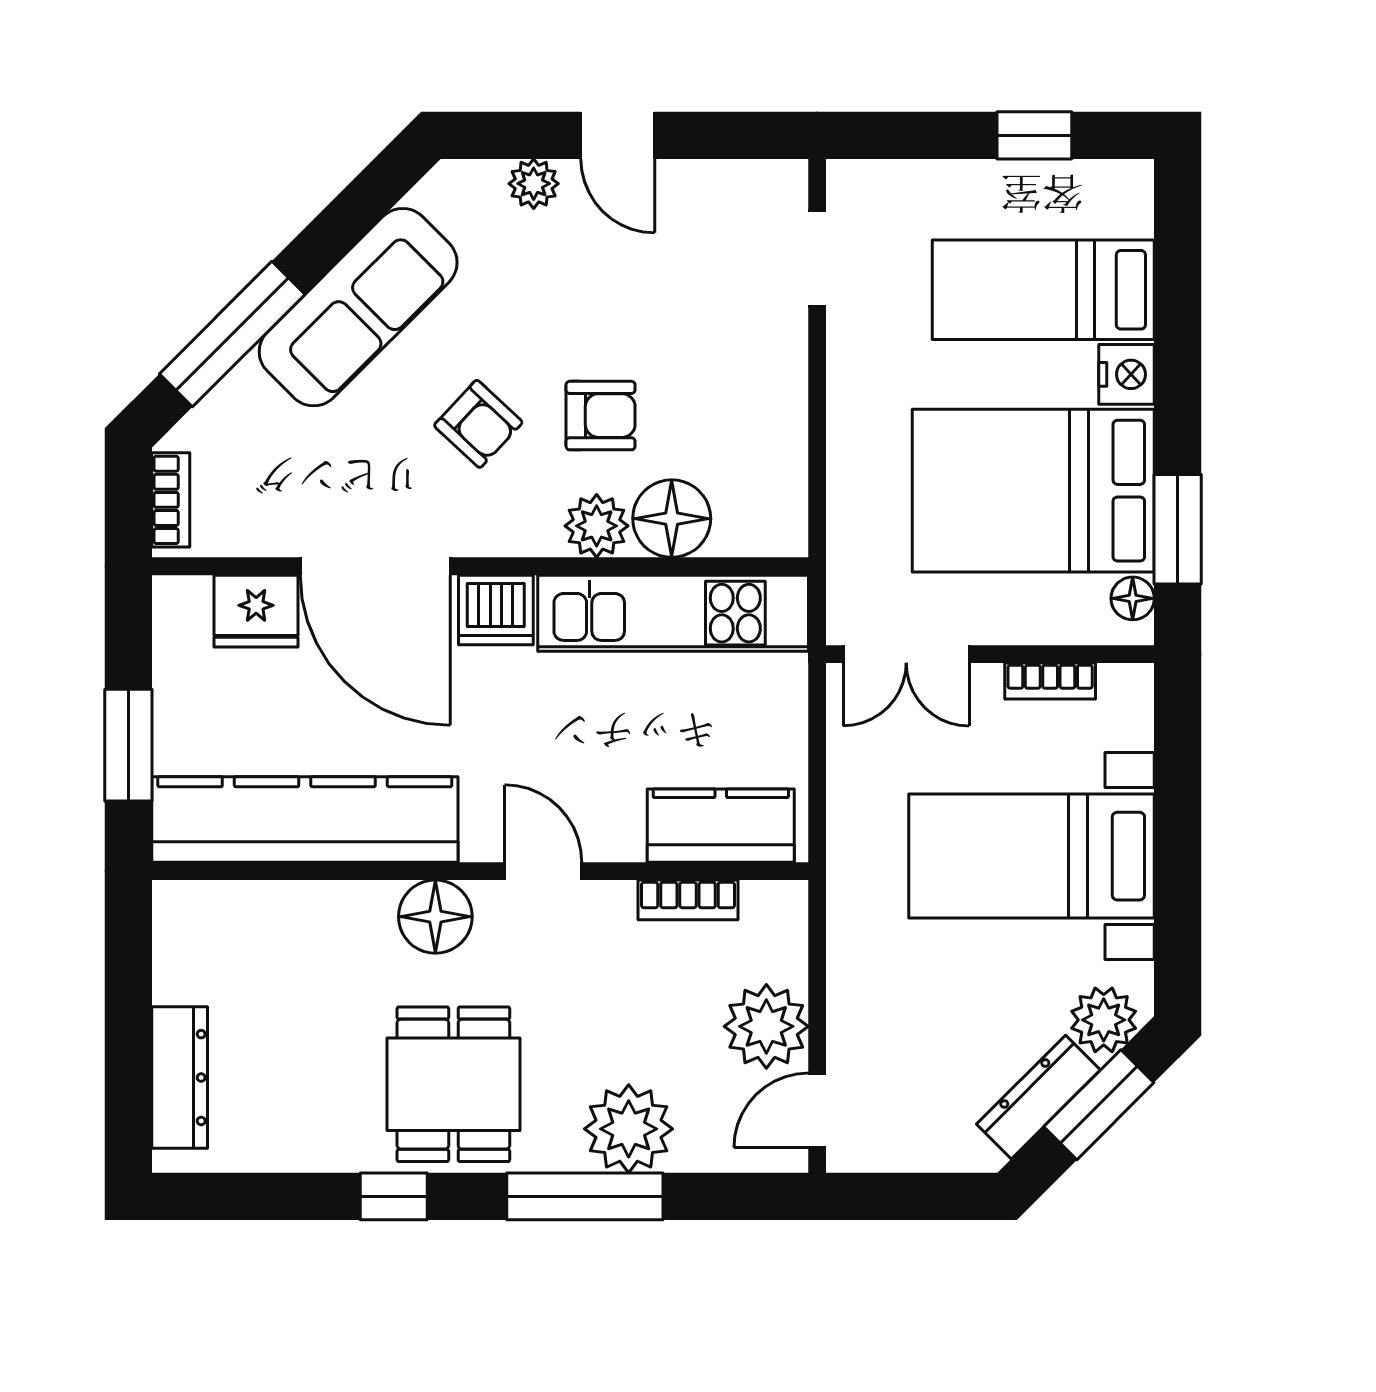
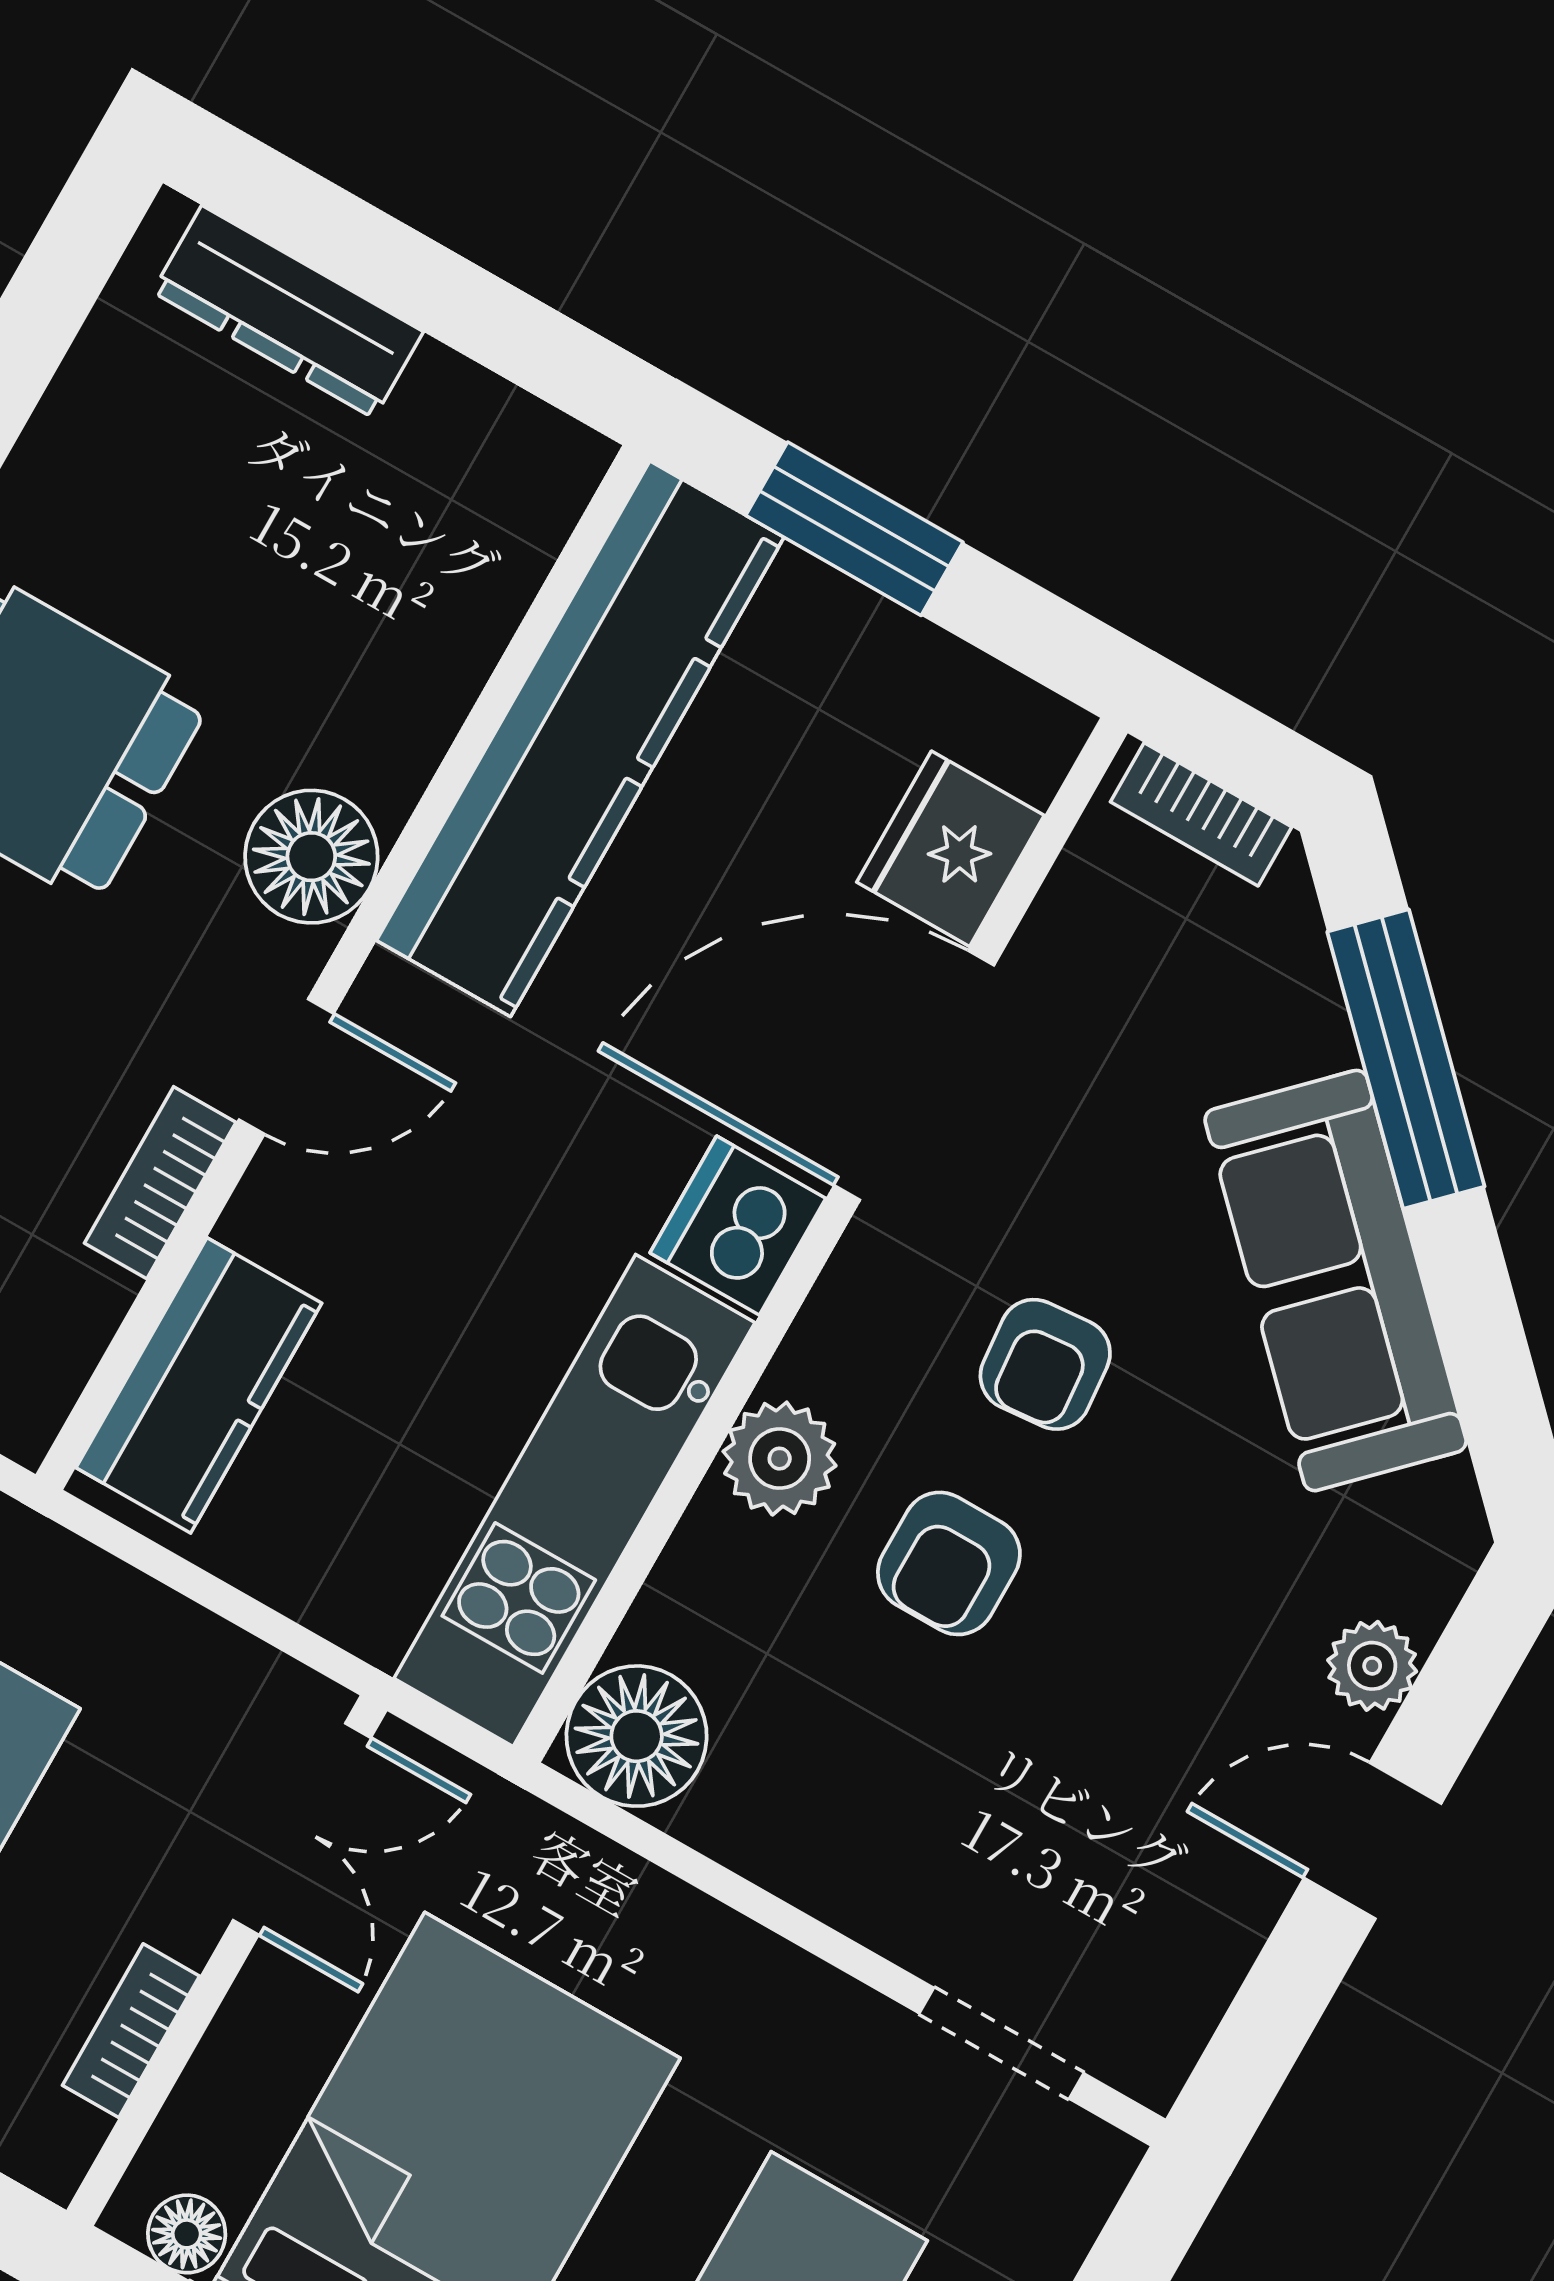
armchair: (478, 424) -> (1045, 1364), turned -48
floor lamp: (672, 519) -> (637, 1736), moved
double door: (906, 654) -> (302, 1829), swing flipped
bookcase: (688, 900) -> (160, 1183), moved

